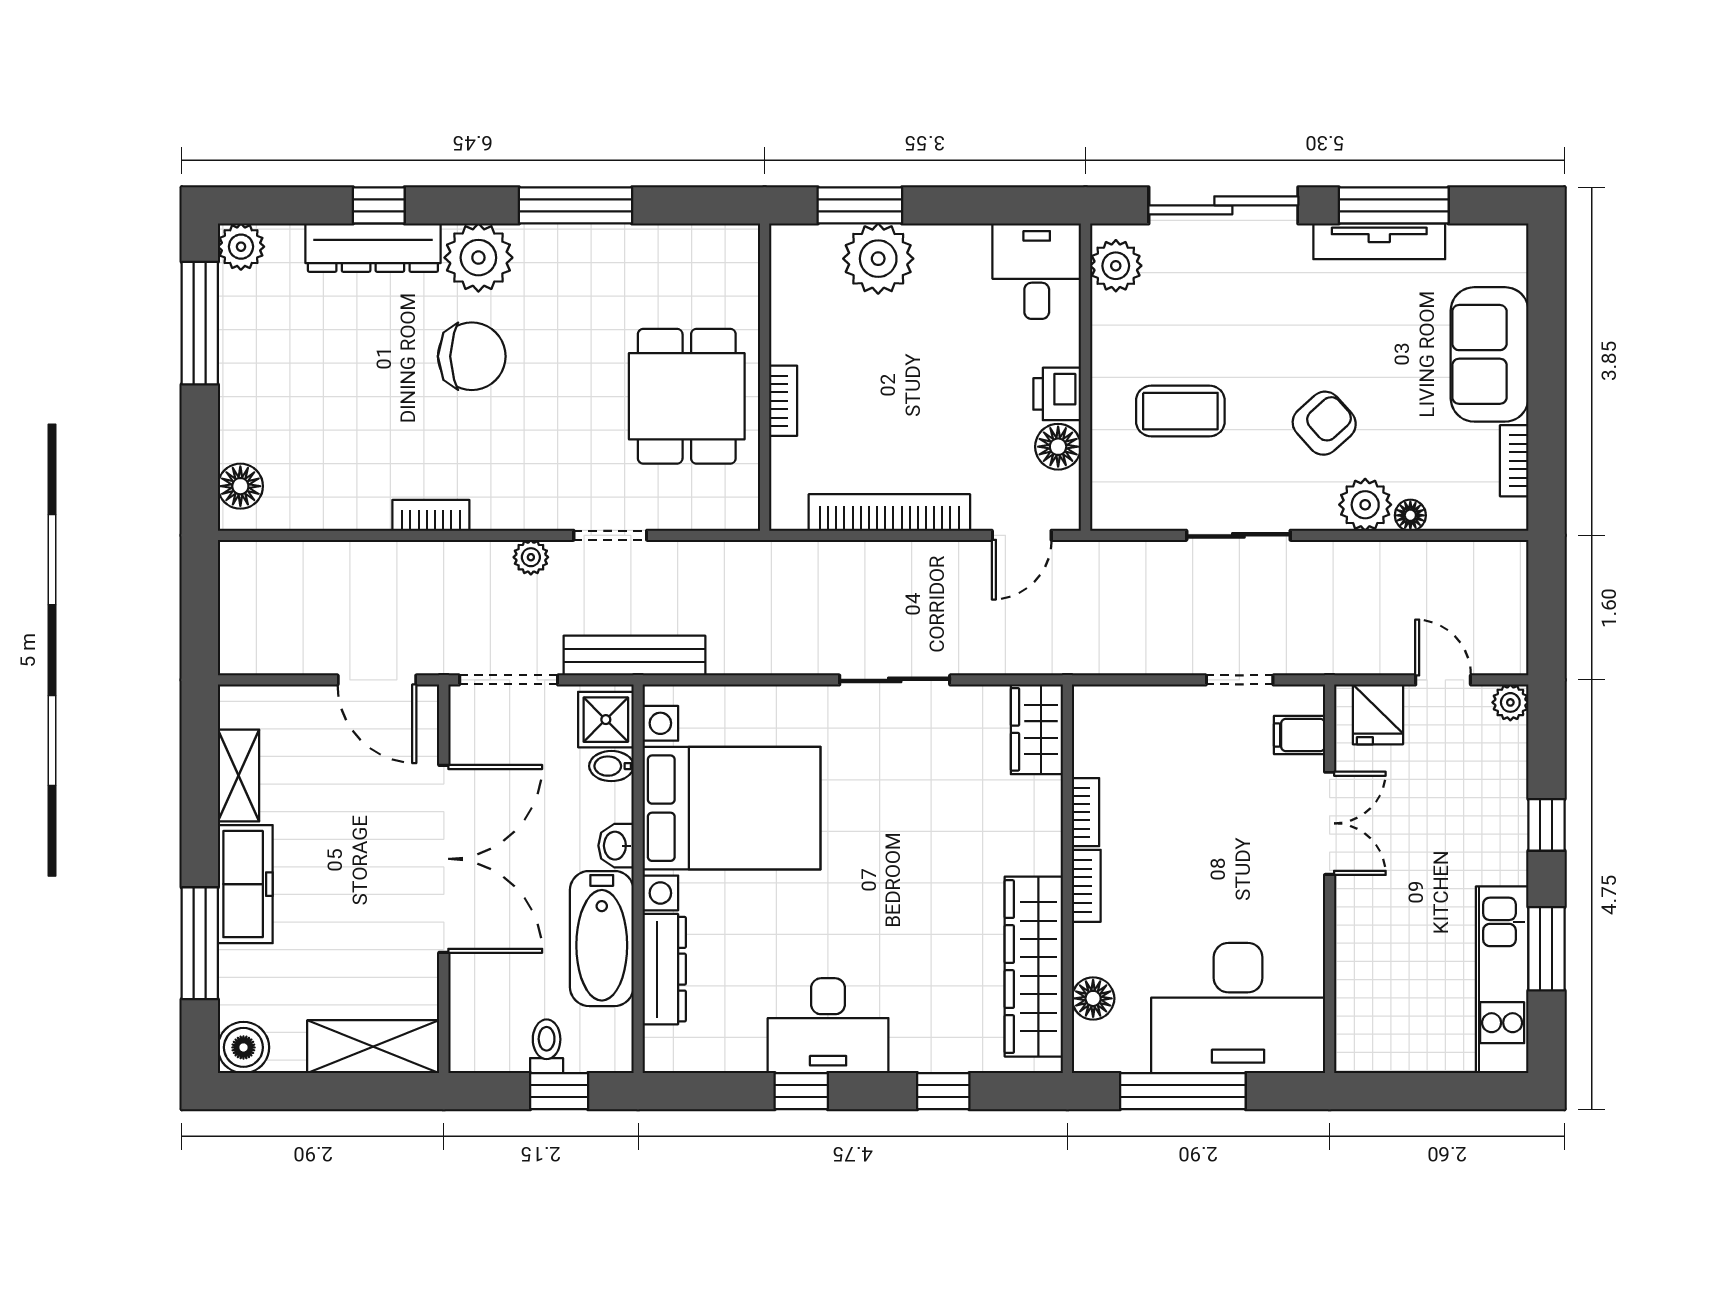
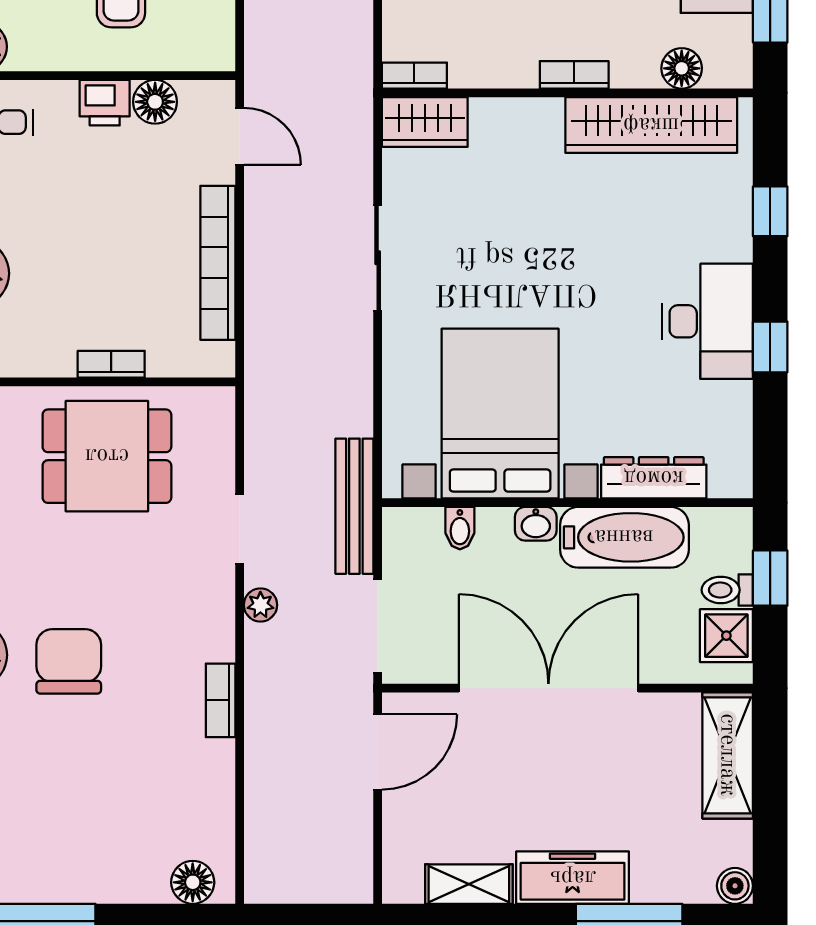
shower: (606, 720) -> (726, 636), moved
bookcase: (1086, 812) -> (414, 76), moved
boiler: (243, 1047) -> (735, 886), width x0.73, depth x0.73

